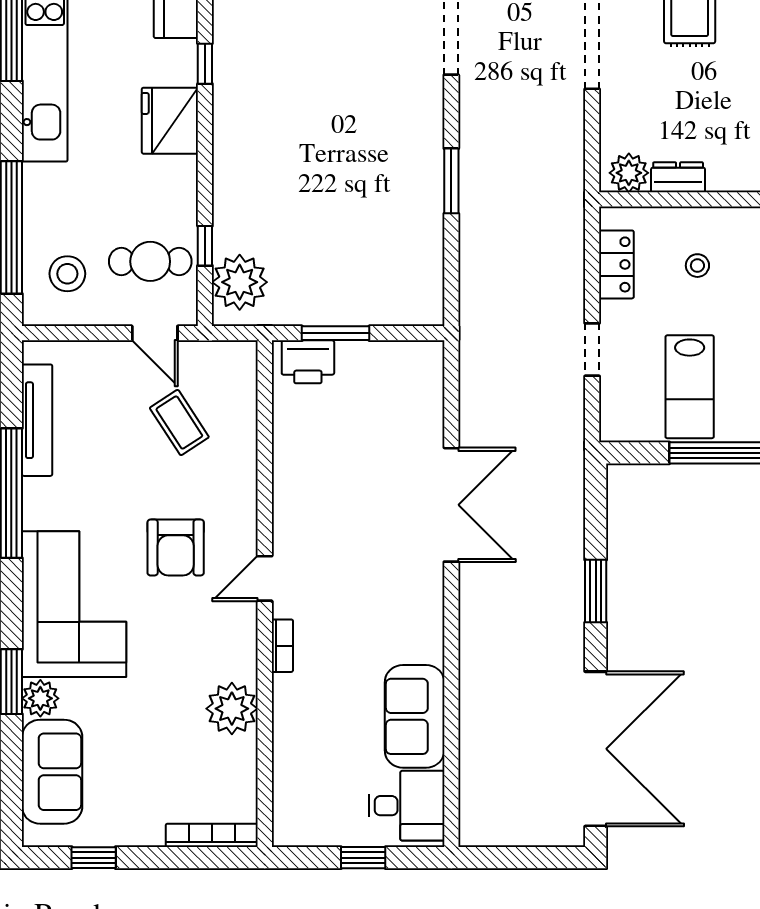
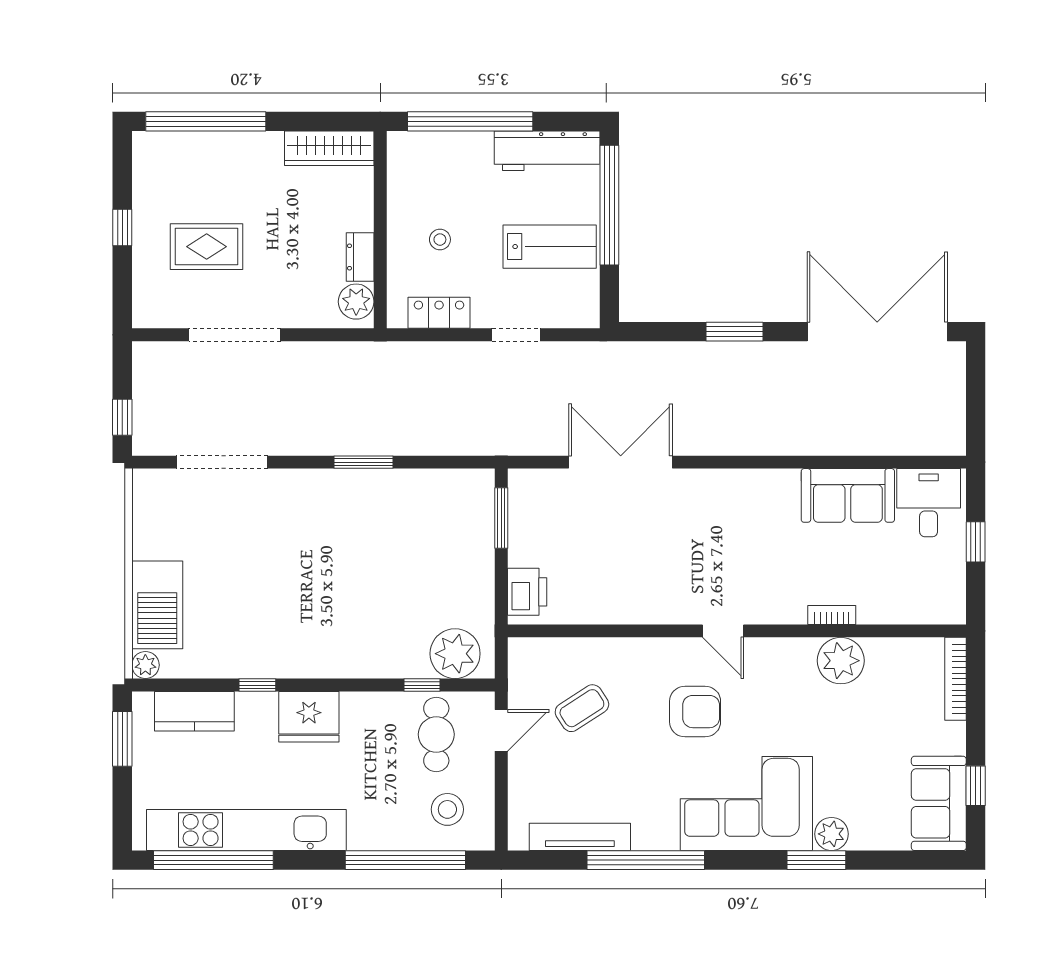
window: (336, 333) -> (501, 518), moved
double door: (451, 505) -> (621, 462), moved
bookcase: (282, 646) -> (832, 615), moved
sofa: (52, 772) -> (939, 803), moved, turned -90

